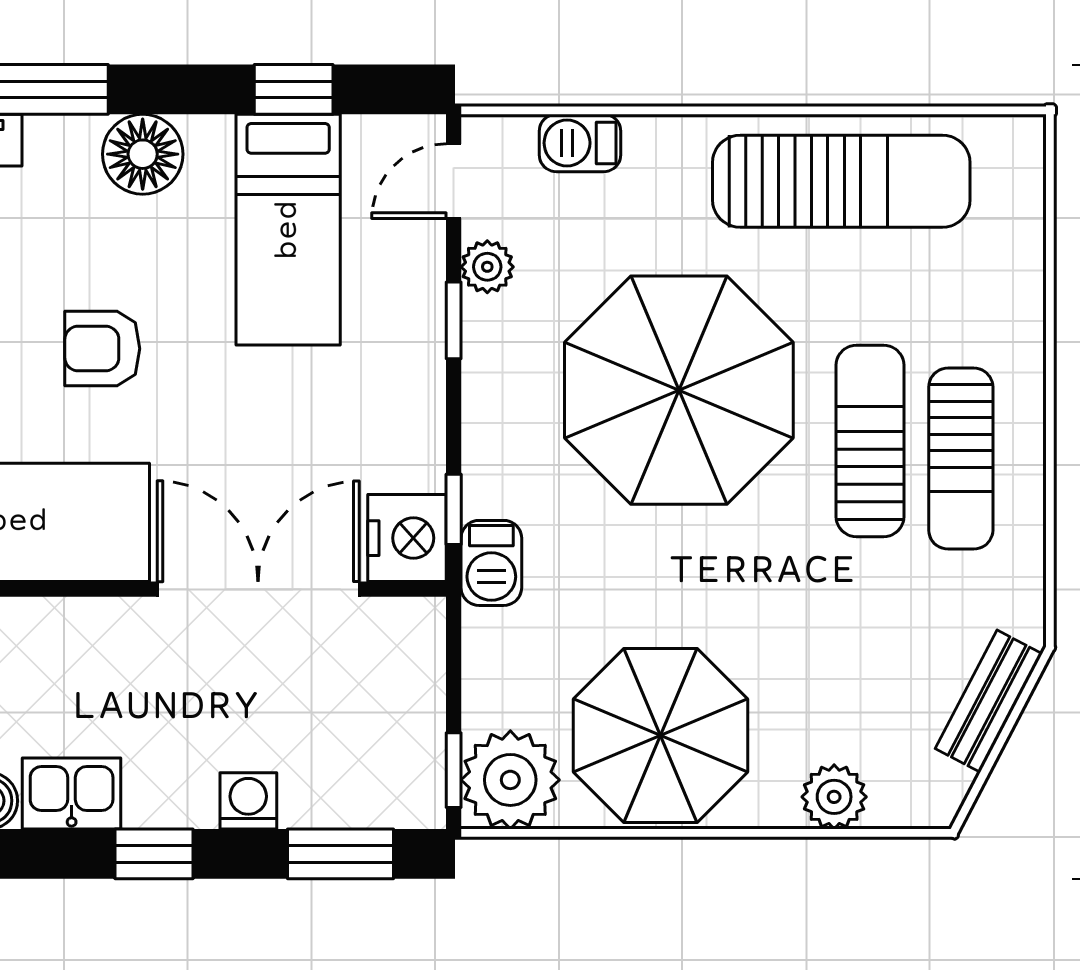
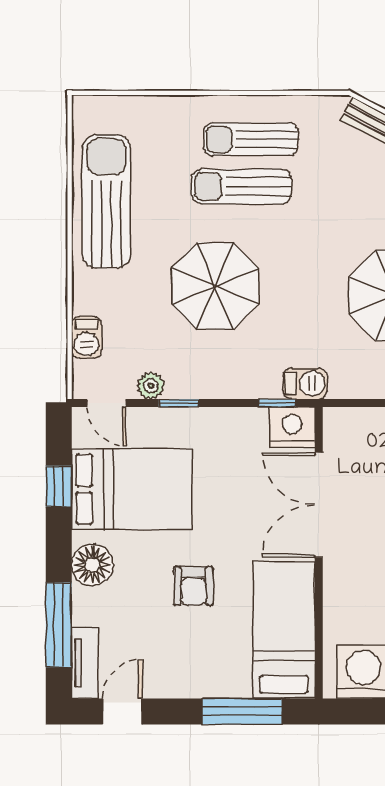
bed: (288, 230) -> (132, 489), width x1.50
parasol: (679, 390) -> (215, 286), width x0.73, depth x0.73
sun lounger: (961, 459) -> (251, 139), turned 180

